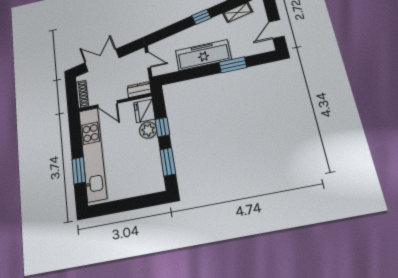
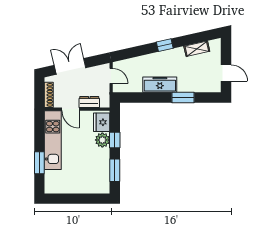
door: (276, 29) -> (226, 73), swing flipped
freezer: (203, 55) -> (160, 85), width x0.73, depth x0.79
dresser: (139, 90) -> (89, 102), moved
kitchen unit: (93, 154) -> (53, 140), width x0.73

